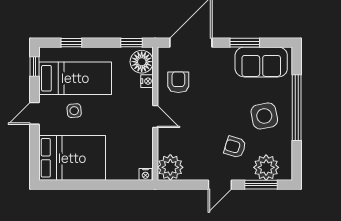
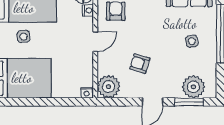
side table: (264, 116) -> (192, 41), width x0.54, depth x0.54
door: (155, 117) -> (95, 42), hinge flipped
armchair: (235, 147) -> (140, 64), moved

